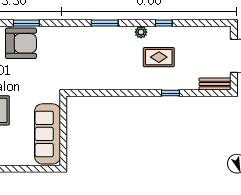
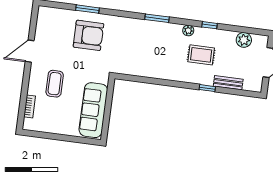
plant: (204, 34) -> (244, 40), added
armchair: (21, 43) -> (88, 35), moved
bench: (215, 84) -> (228, 83), moved

